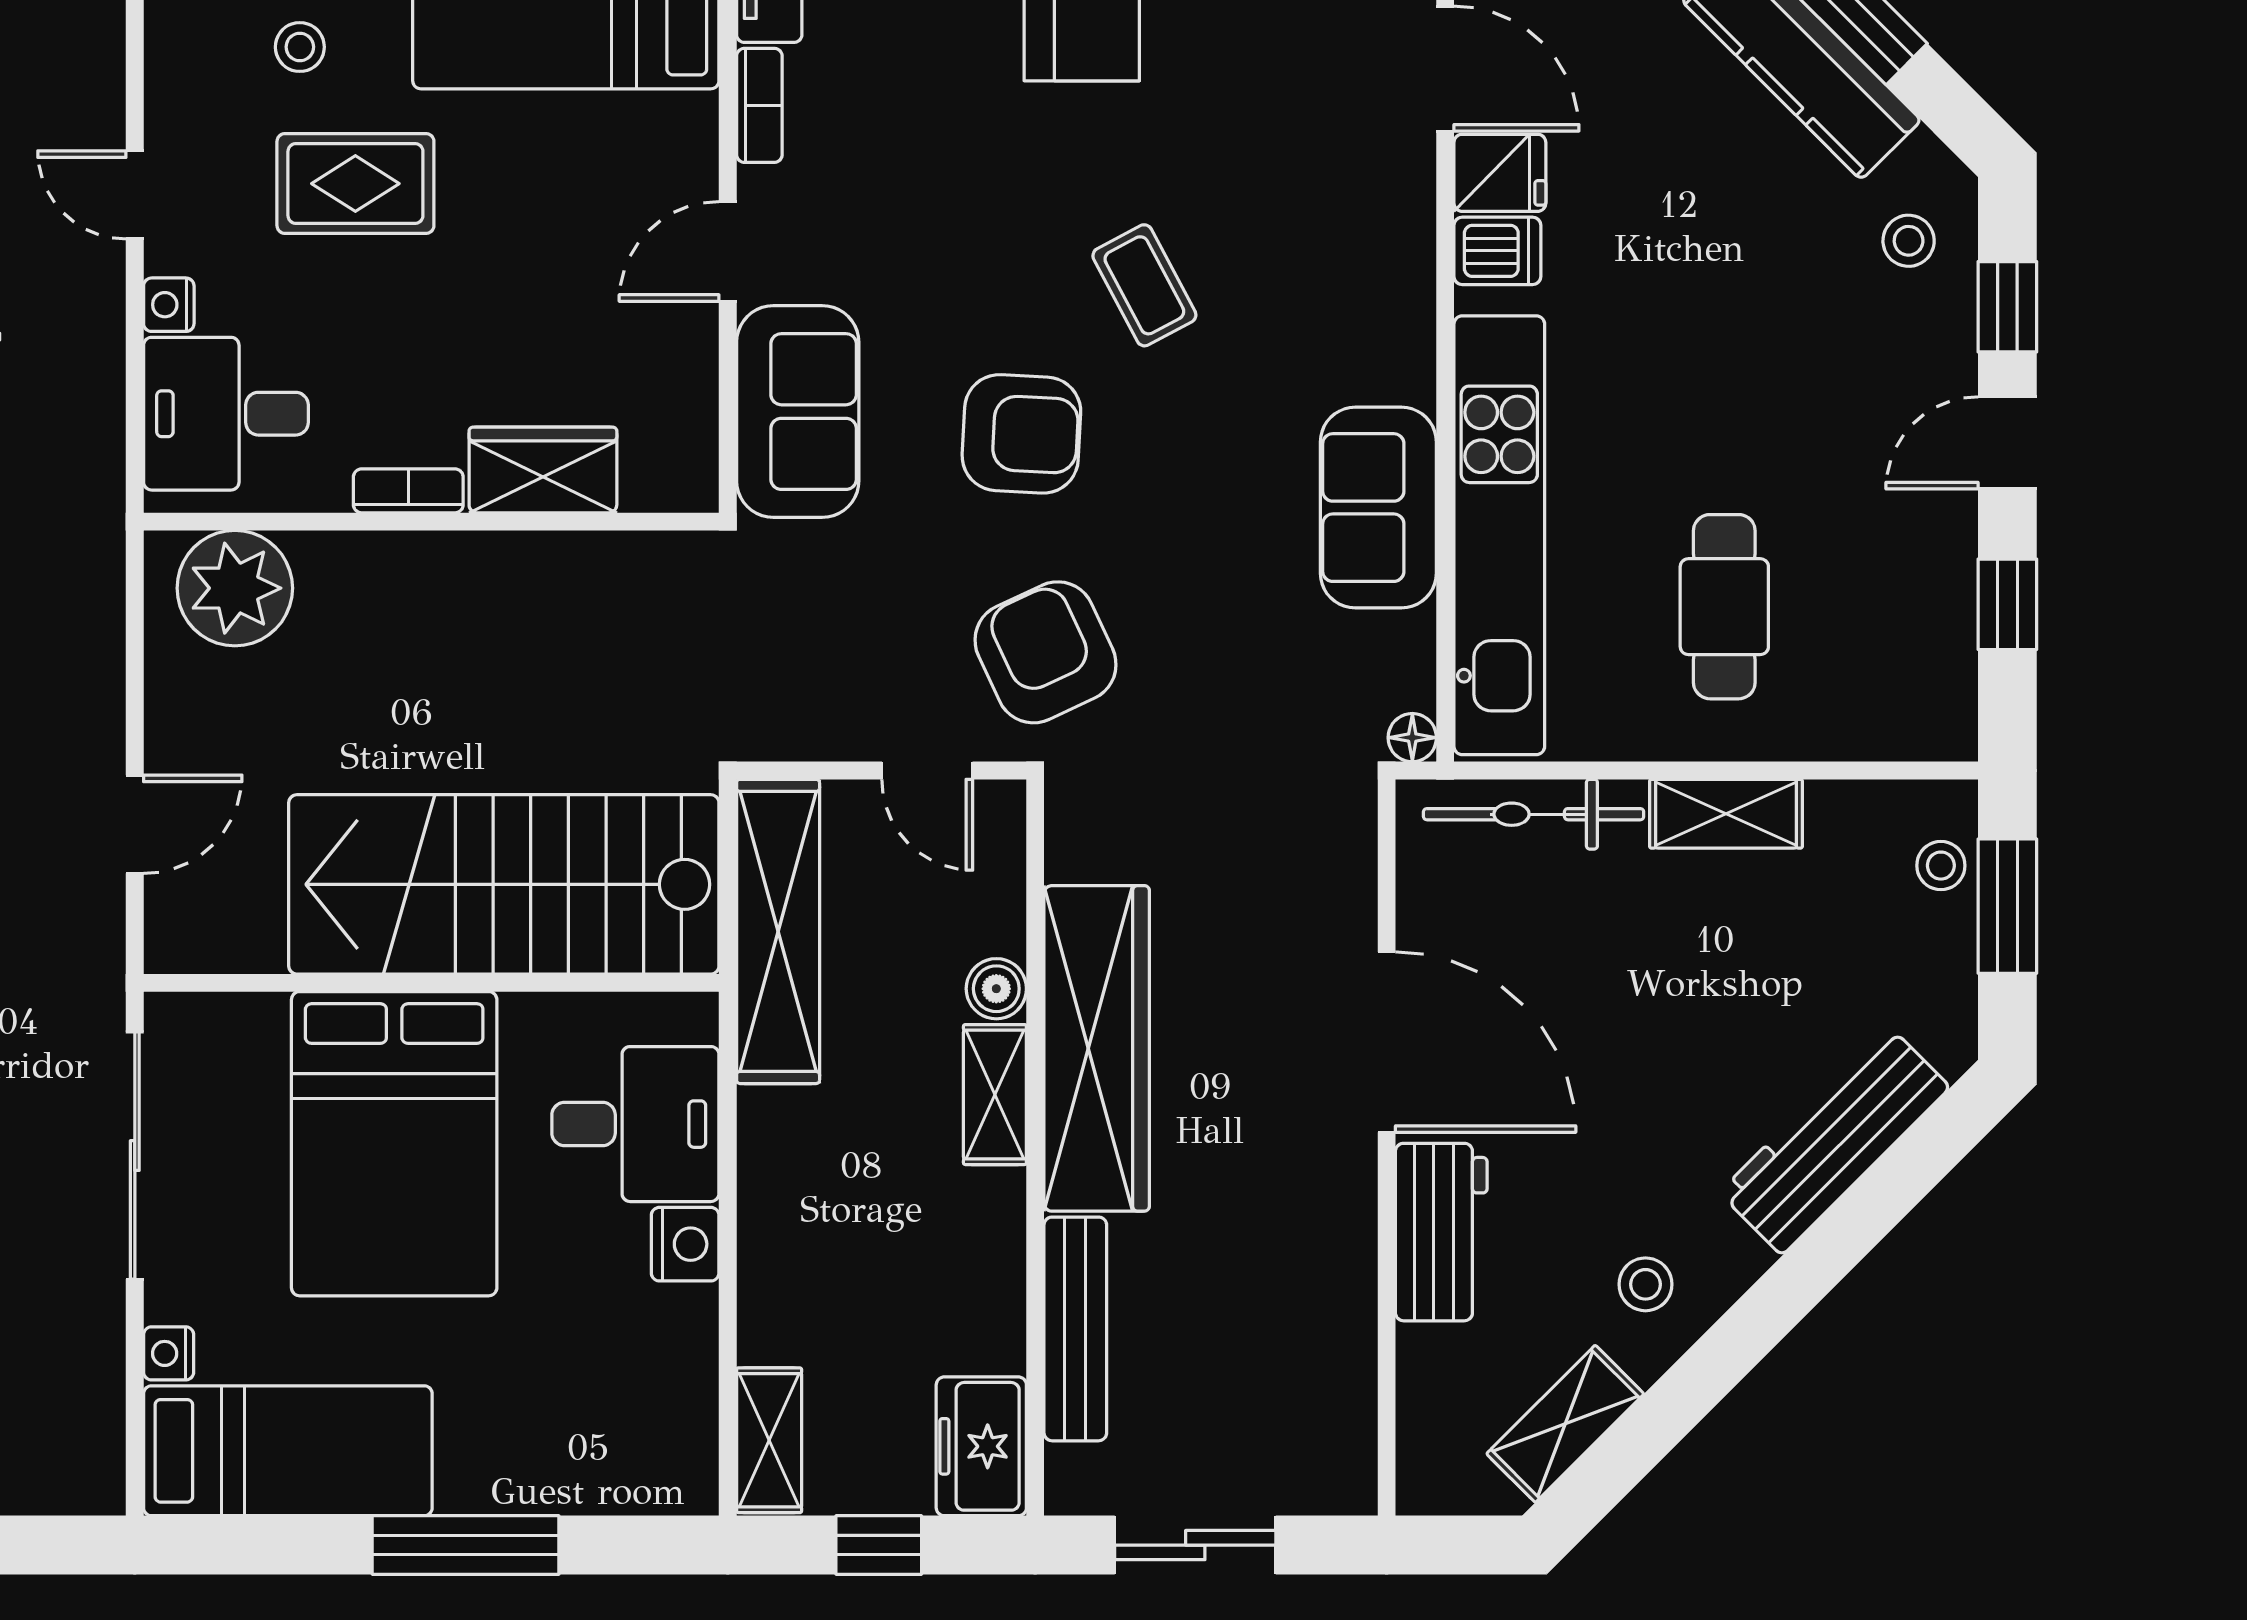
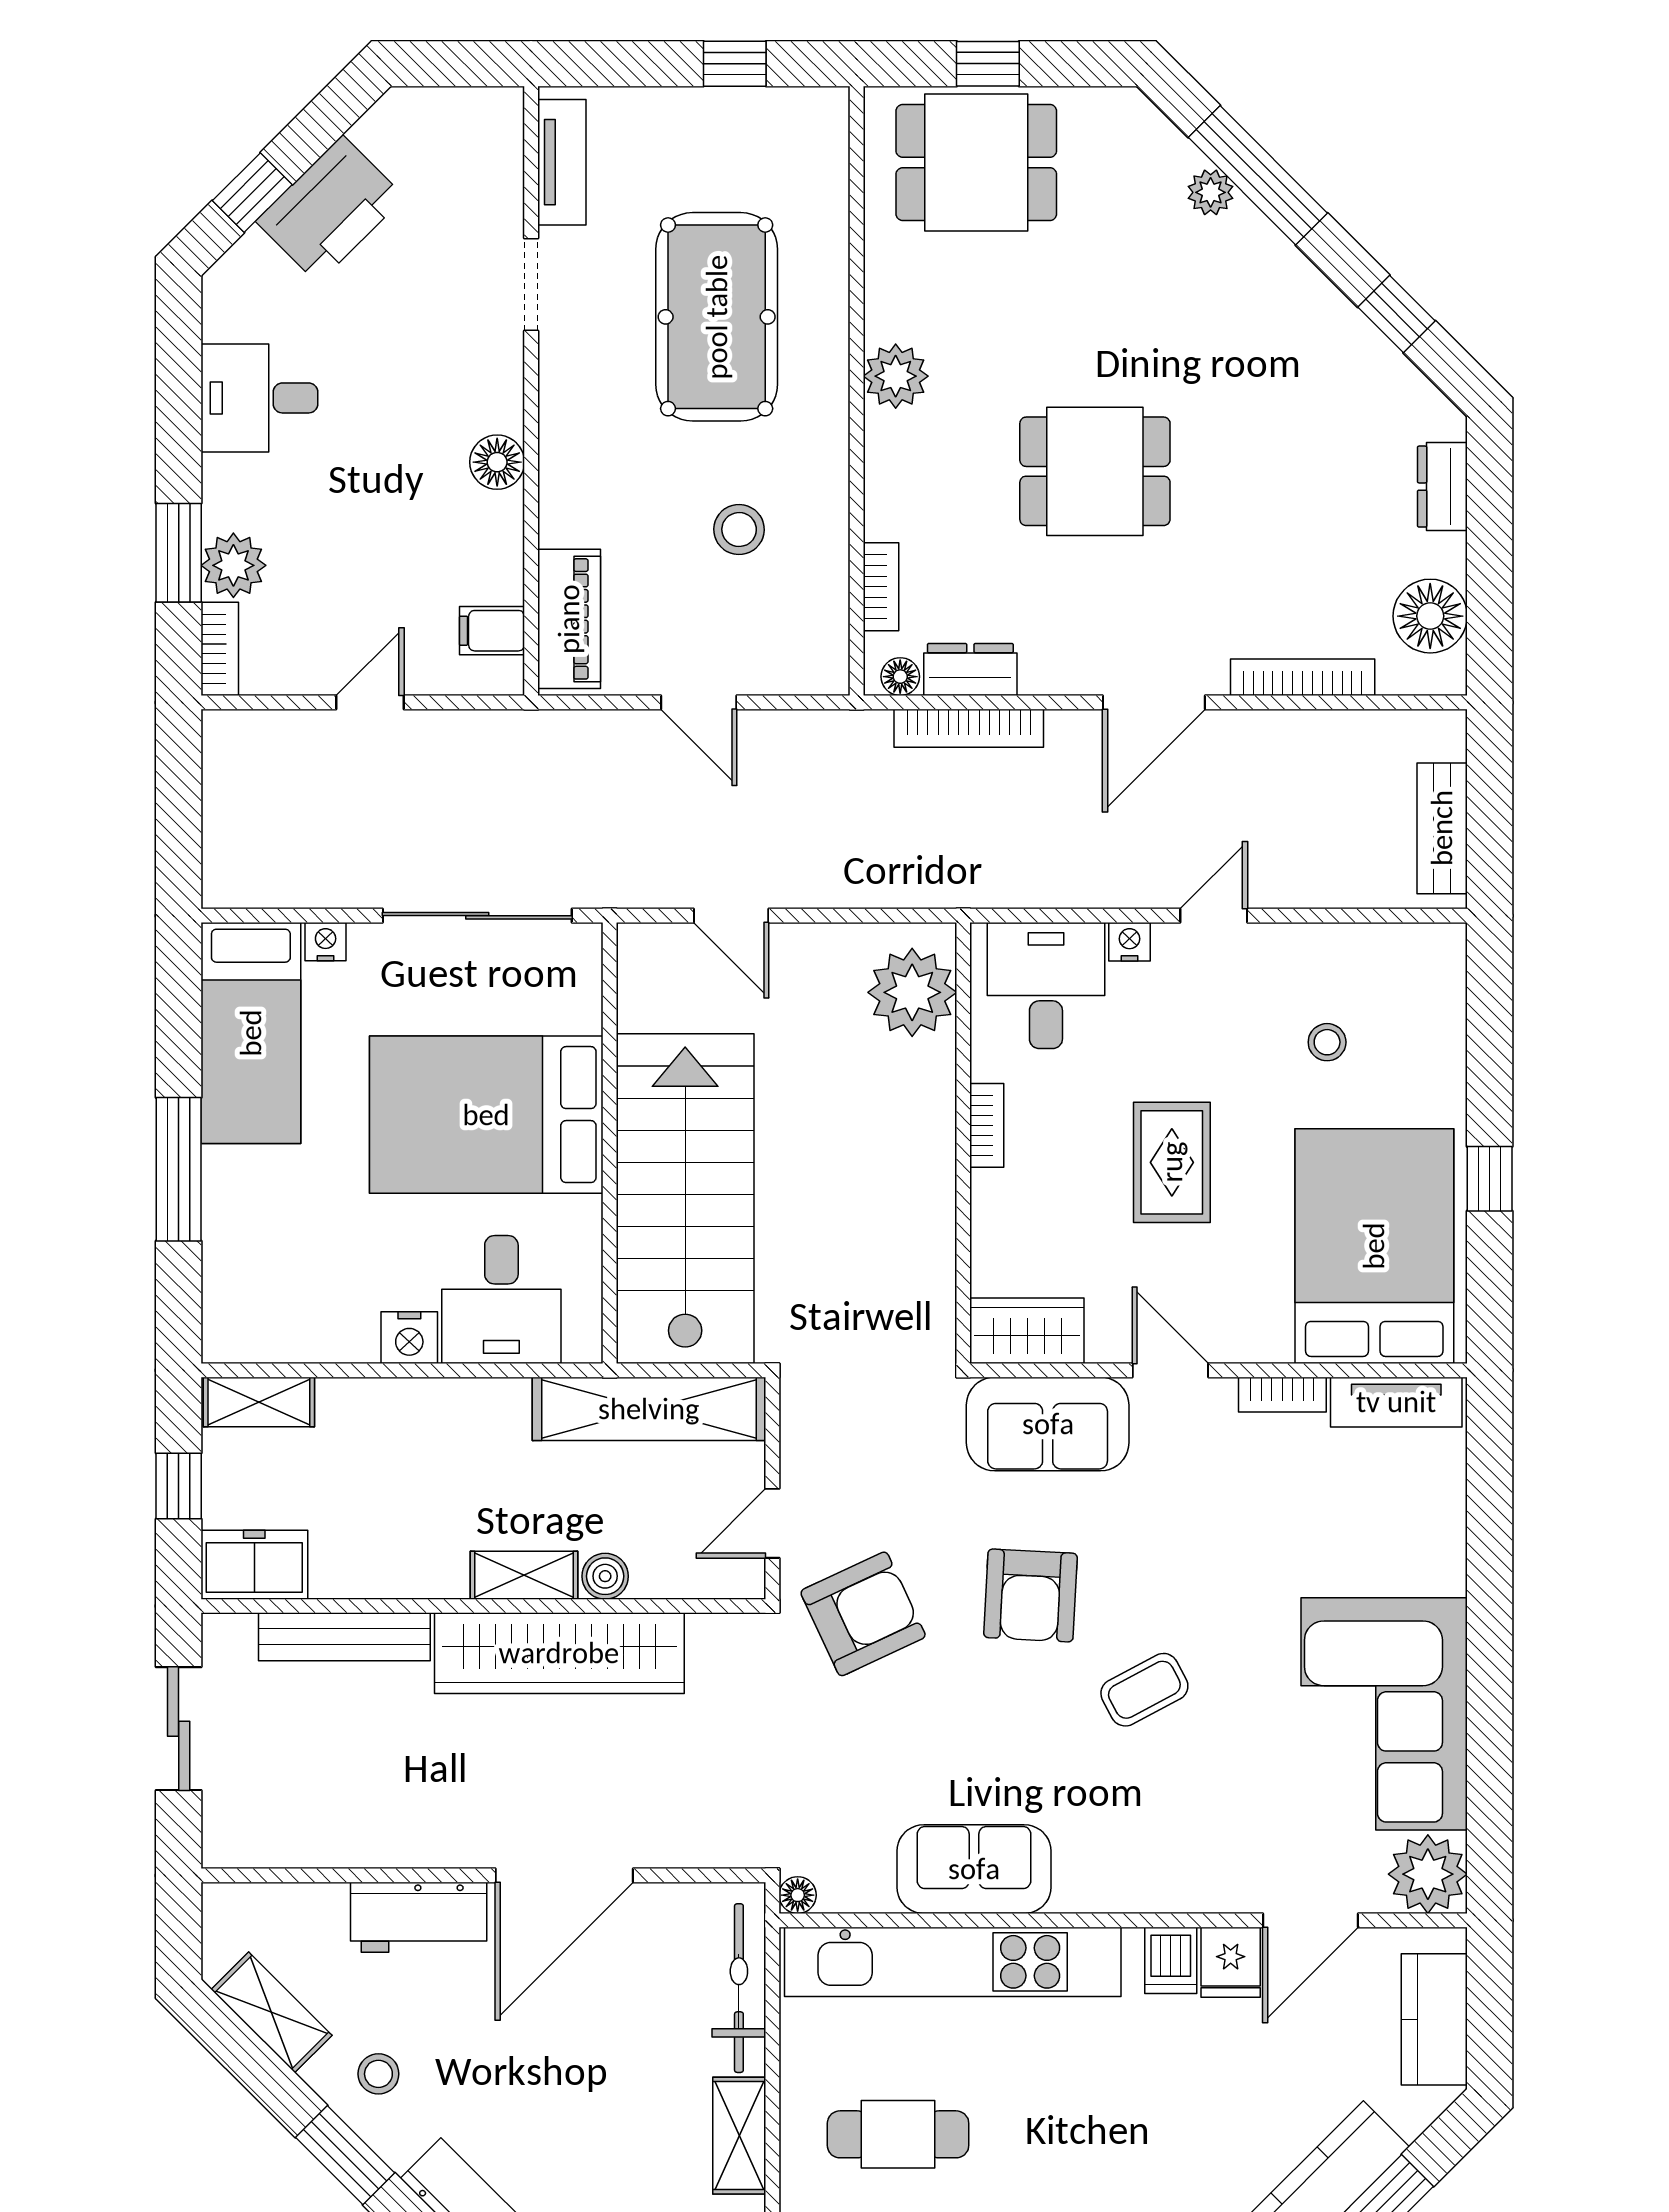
rug: (355, 184) -> (1172, 1162), moved
wardrobe: (543, 470) -> (1027, 1331), moved, turned -90
window: (1752, 1328) -> (345, 2155), added

